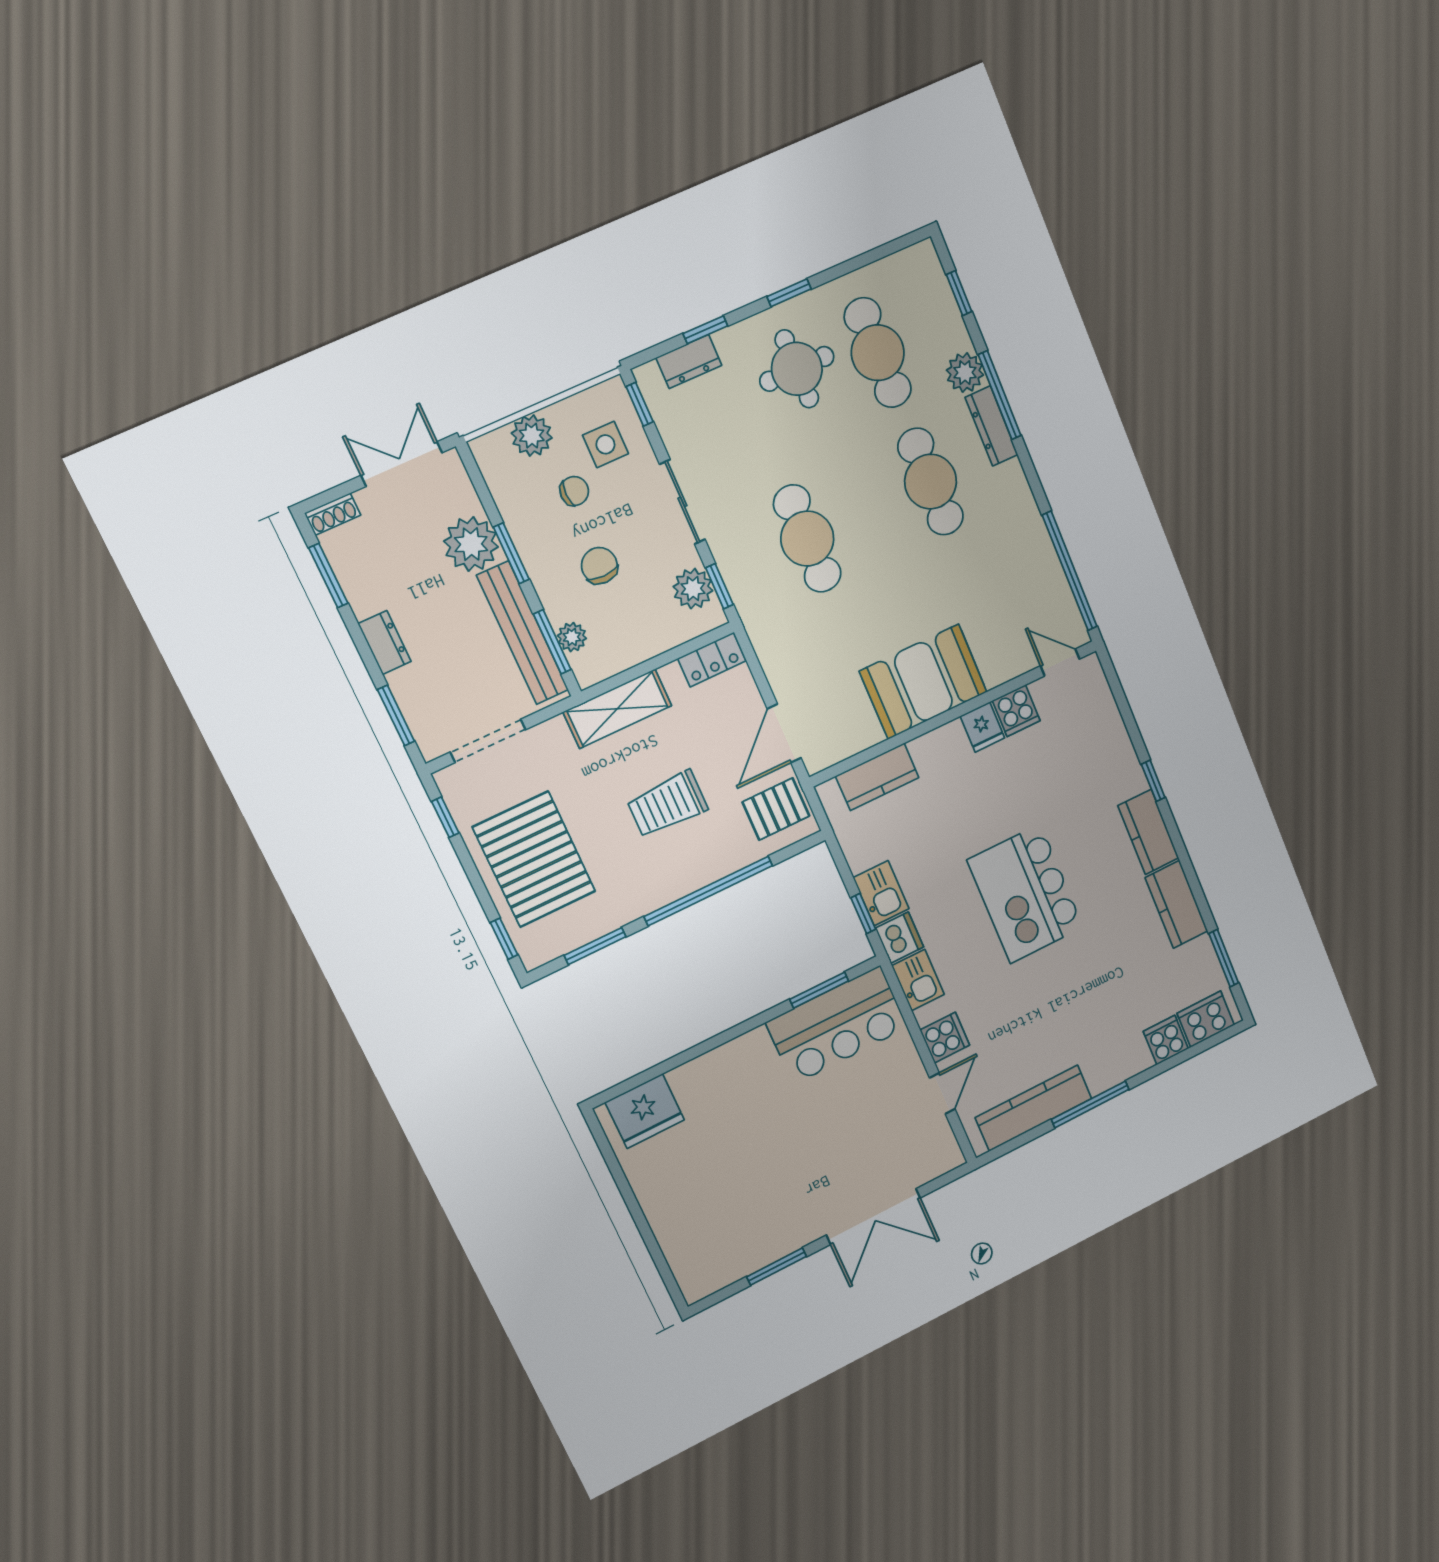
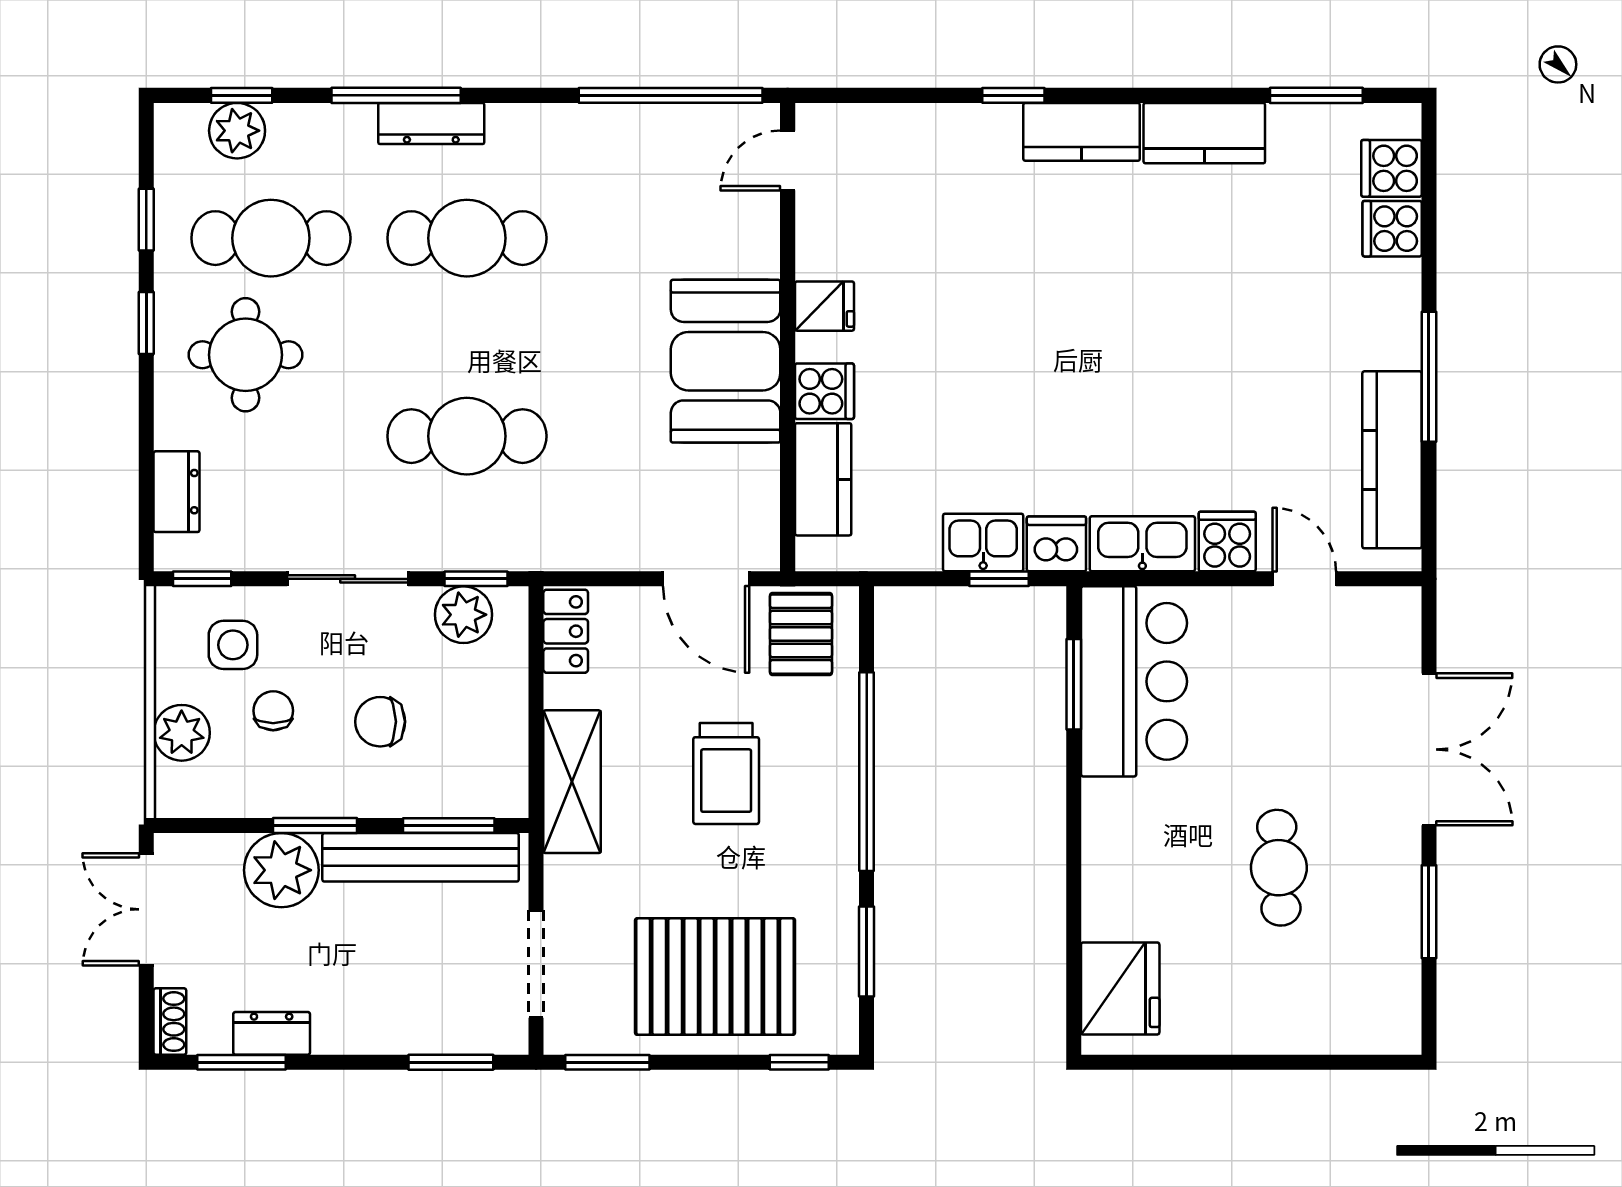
window: (705, 330) -> (146, 220), moved
plant: (965, 373) -> (237, 131), moved
plant: (572, 637) -> (454, 798), removed
dresser: (385, 643) -> (272, 1033), moved
cooker: (1016, 711) -> (824, 391), moved
window: (445, 817) -> (607, 1062), width x1.50
kitchen island: (1025, 894) -> (1083, 343), removed
kitchen sink: (918, 980) -> (1142, 544), width x1.38
cooker: (1206, 1019) -> (1391, 168), width x0.73
cafe table: (763, 1167) -> (1279, 868), added

